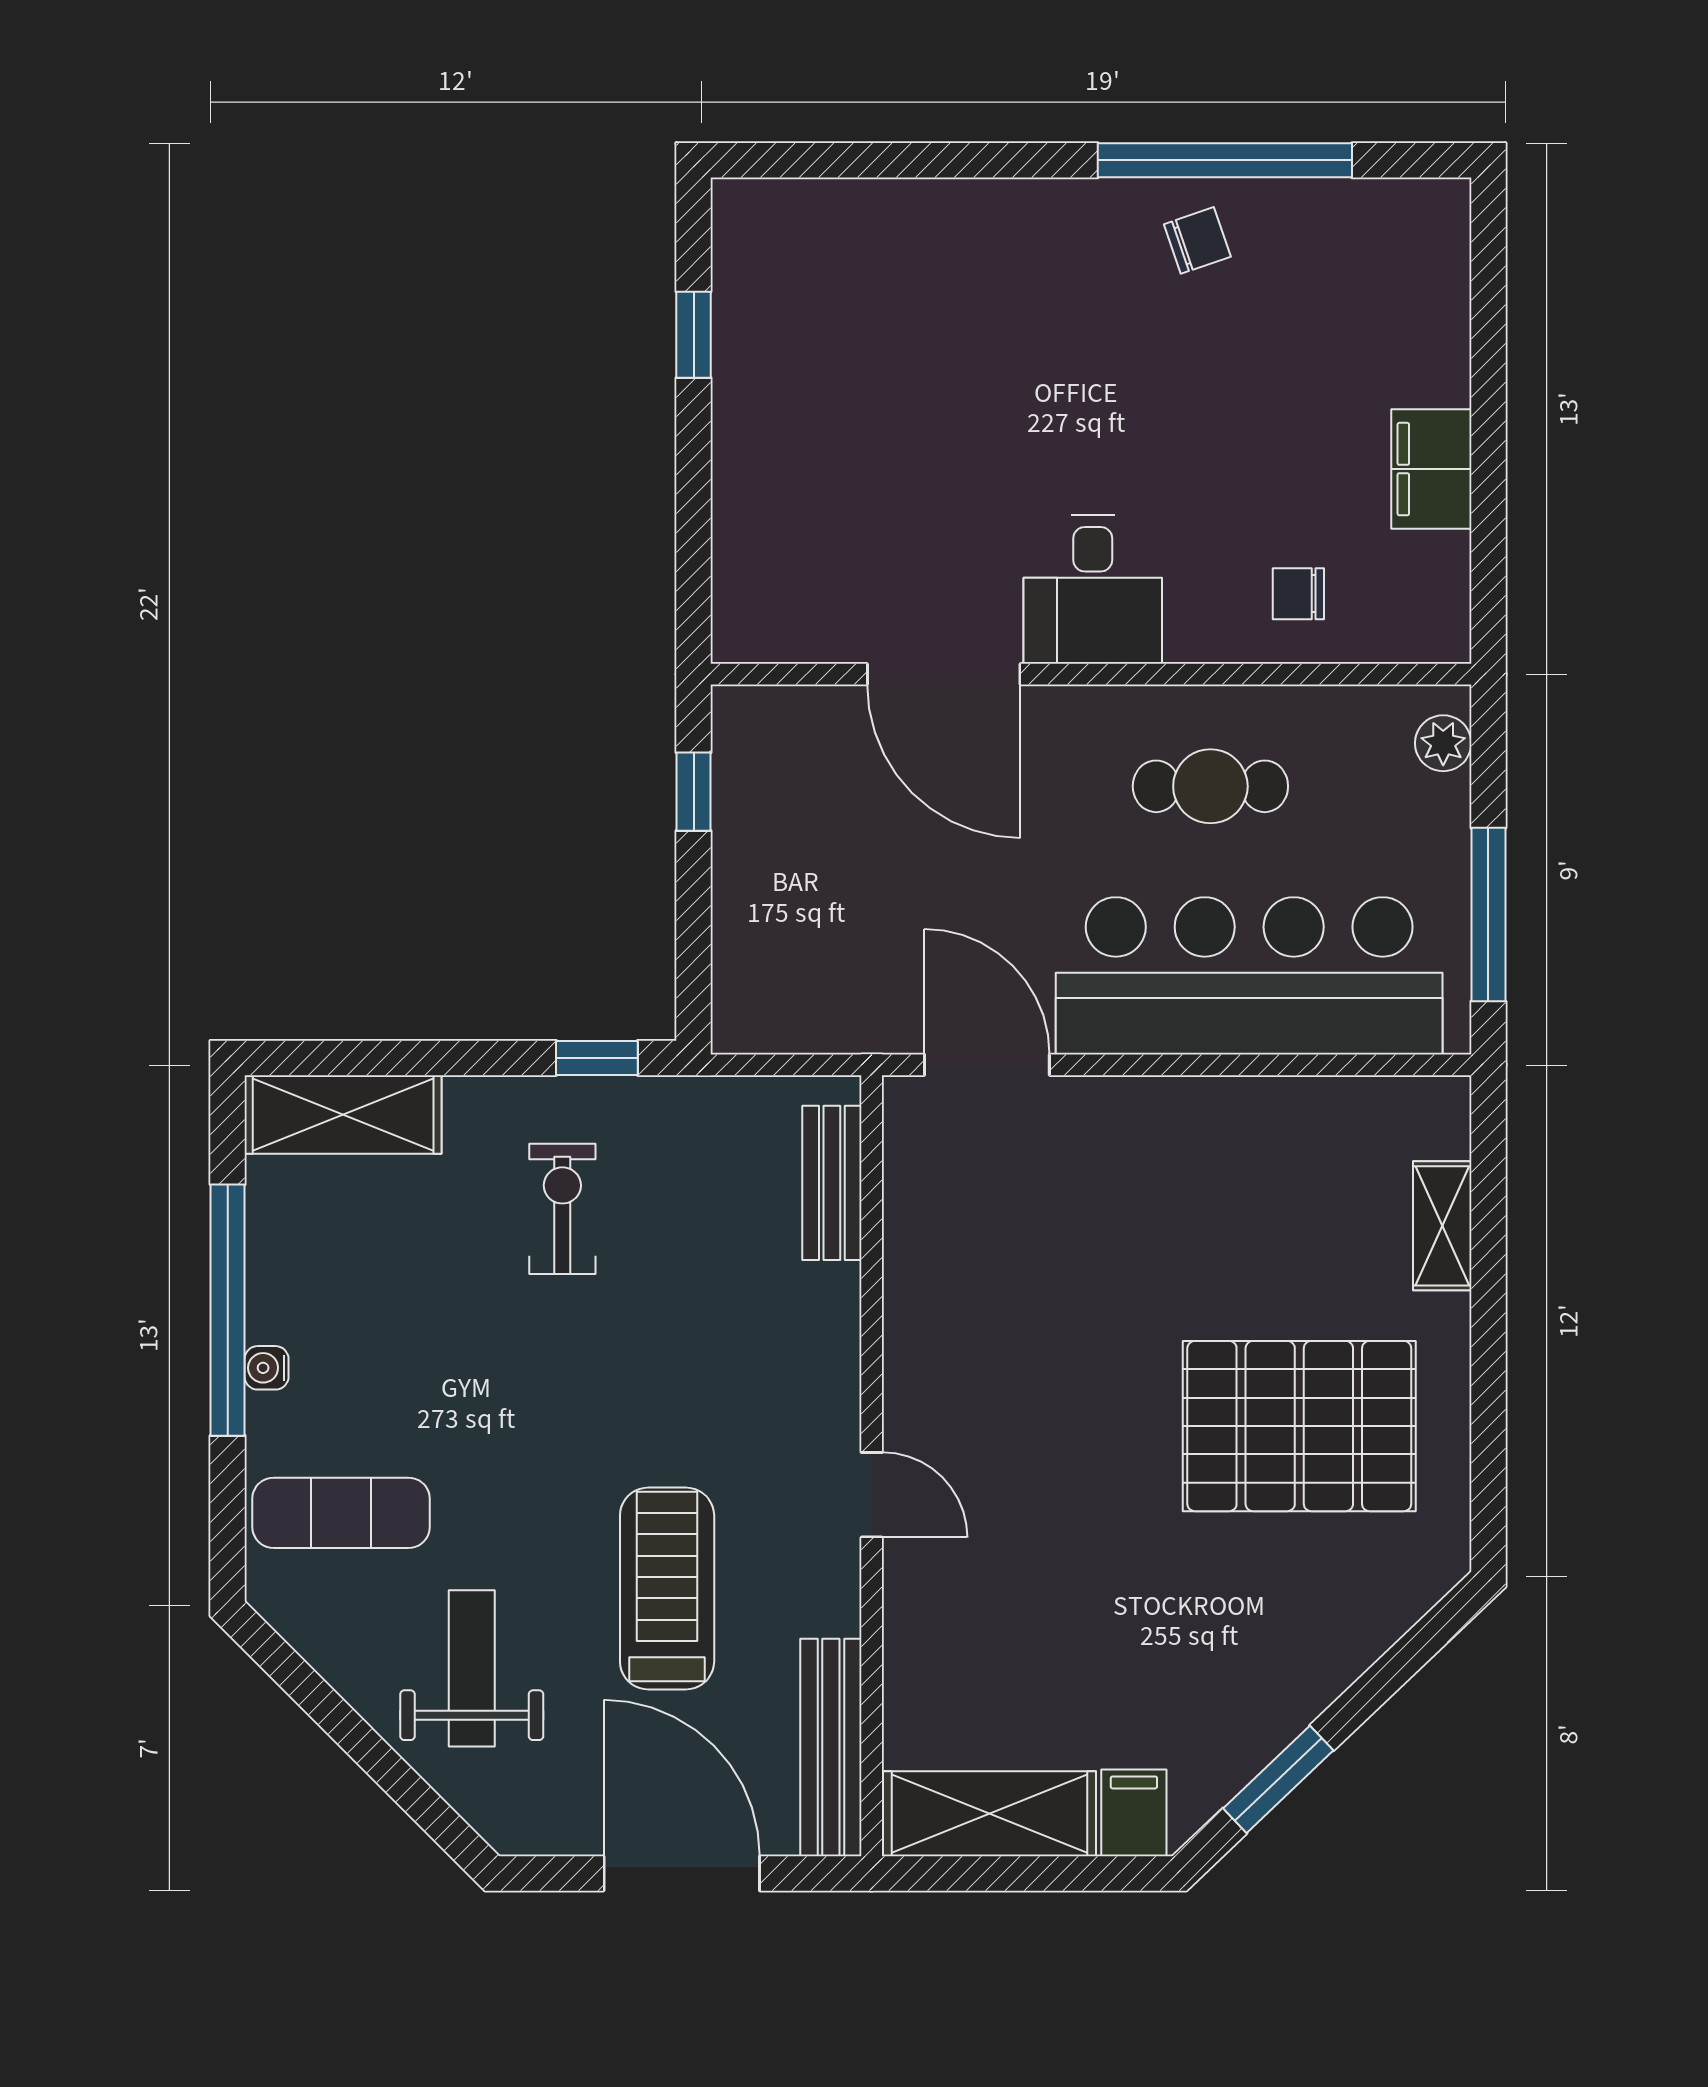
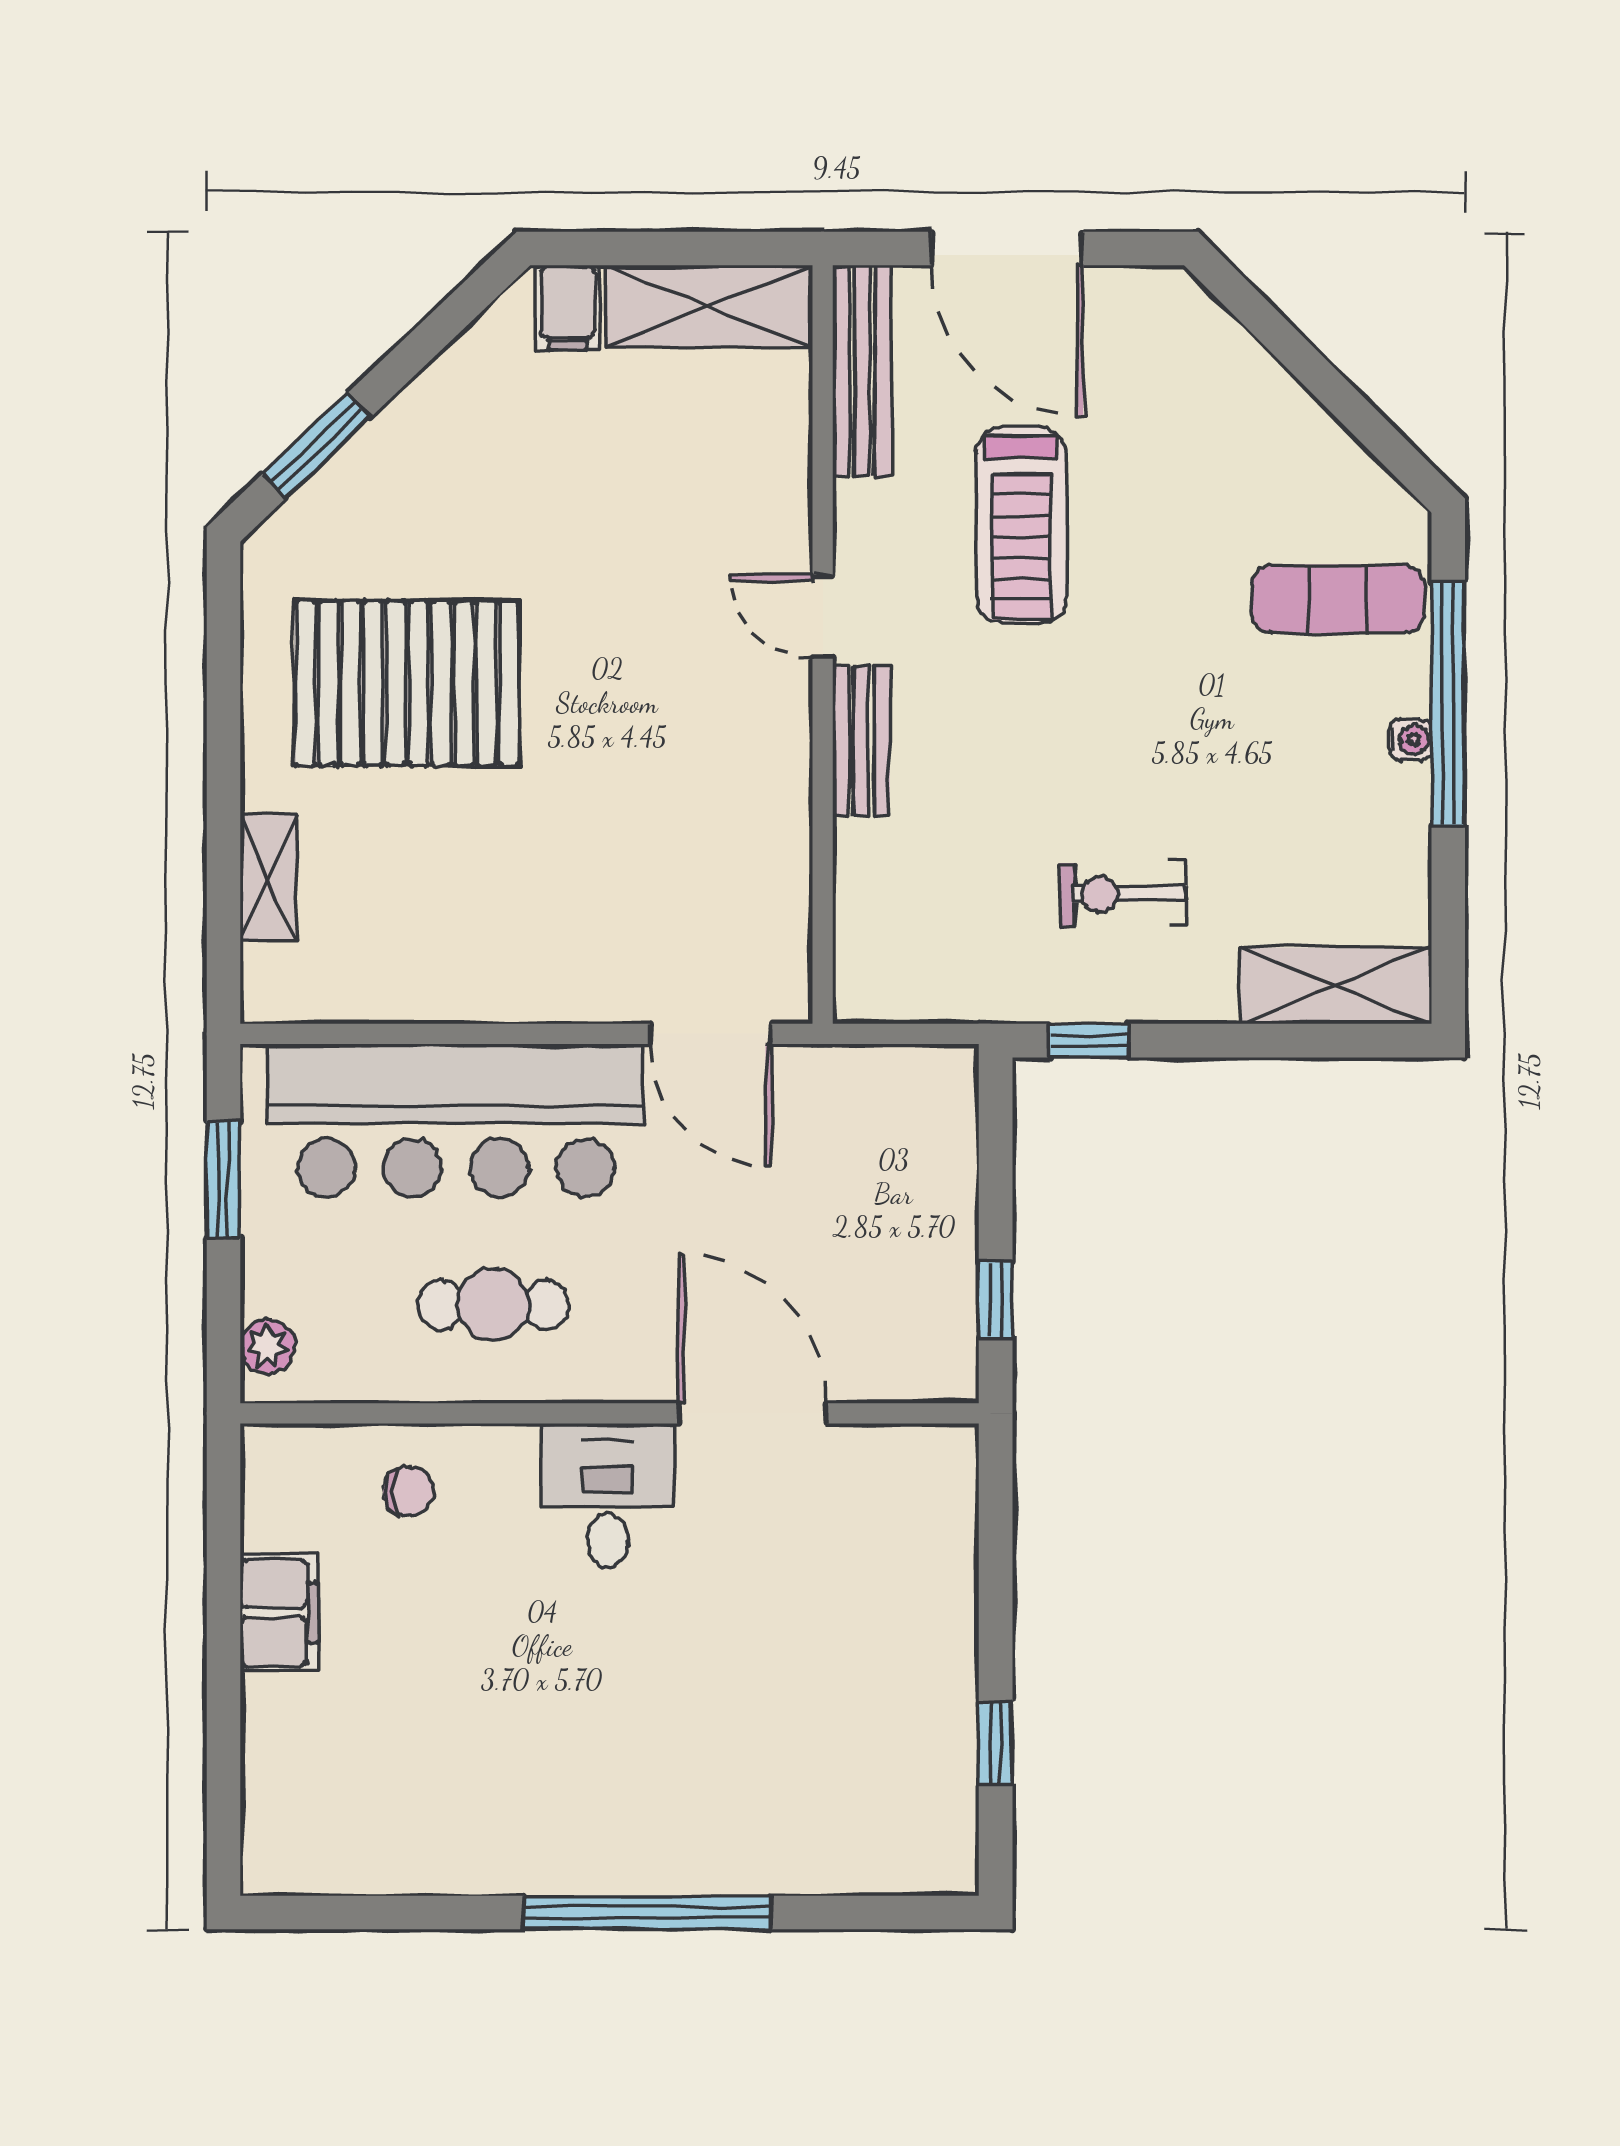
window: (1225, 160) -> (647, 1913), moved
chair: (1197, 240) -> (506, 1835), removed
window: (1488, 915) -> (224, 1180), width x0.69
bench: (832, 1183) -> (861, 741), moved
exercise bike: (562, 1209) -> (1123, 894), turned 89
window: (228, 1310) -> (1448, 703), moved
weight bench: (472, 1668) -> (1211, 448), removed
window: (1278, 1779) -> (317, 446), moved

